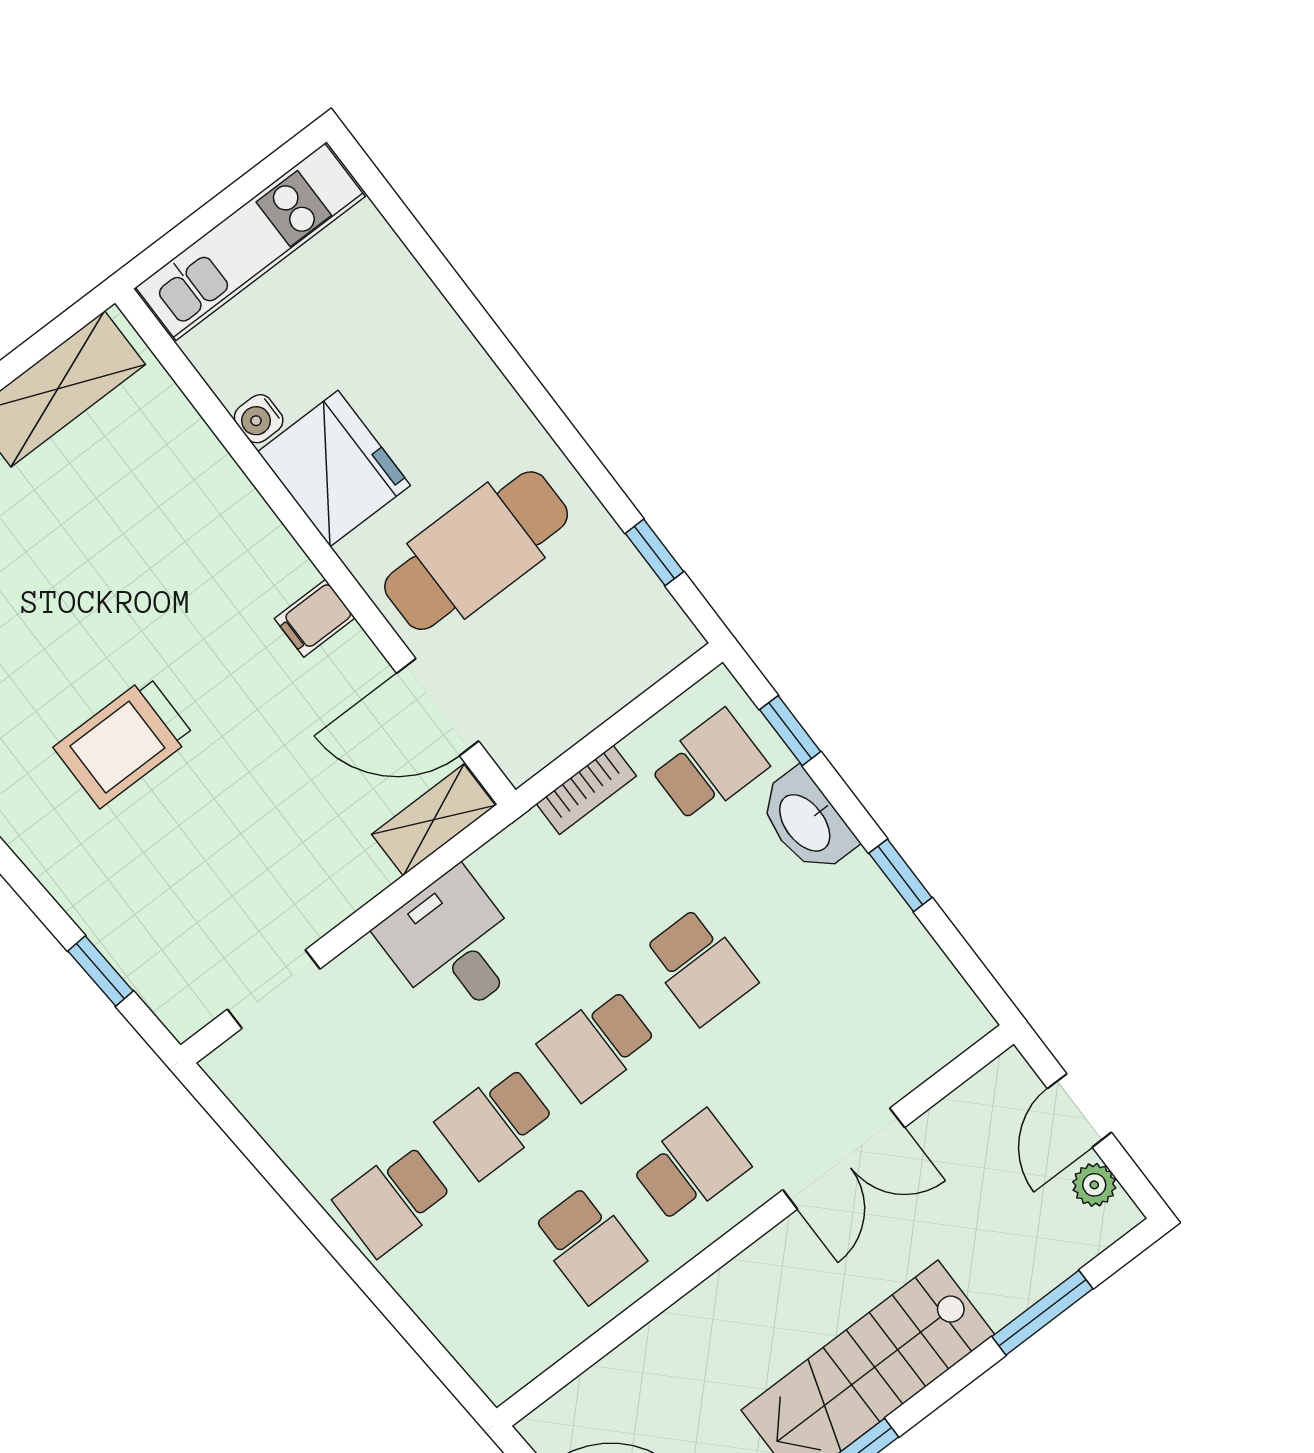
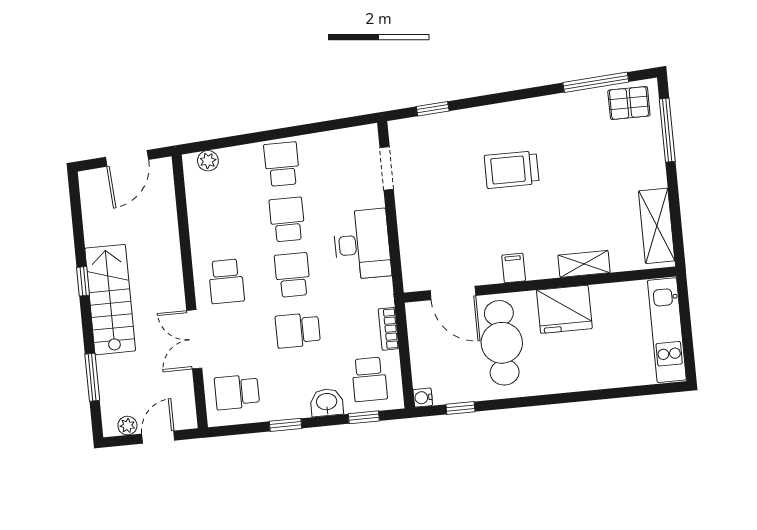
water cooler: (259, 419) -> (423, 398), moved, turned -90
door: (438, 707) -> (453, 293), swing flipped
trolley: (124, 742) -> (512, 170), turned -90
shelving: (434, 820) -> (584, 264), moved, turned 90
washbasin: (806, 822) -> (327, 402), width x0.72
desk: (453, 945) -> (362, 244), width x1.37
door: (1079, 1110) -> (158, 437), hinge flipped
school desk: (588, 1244) -> (237, 392), moved
plant: (476, 1349) -> (208, 161), added

